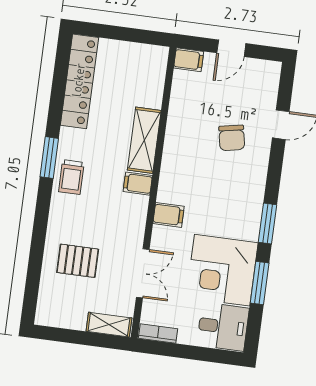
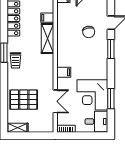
filing cabinet: (138, 184) -> (47, 18), moved
window: (267, 223) -> (111, 49), moved
pallet: (78, 261) -> (24, 100), width x1.50, depth x1.42
shelving: (109, 325) -> (17, 128), moved

